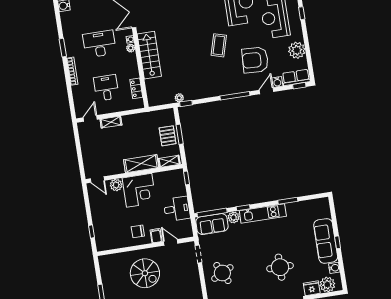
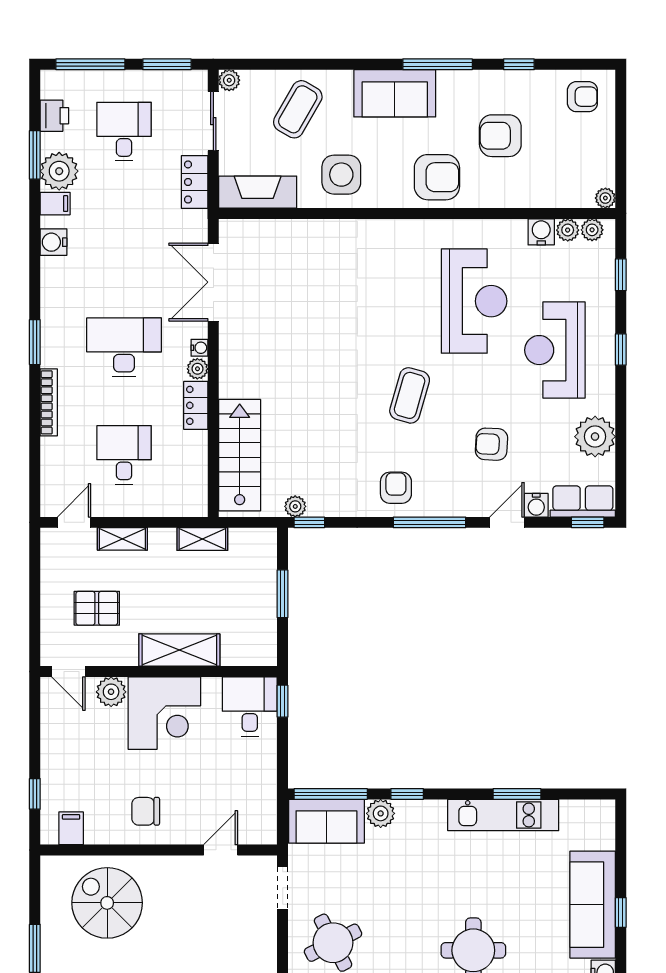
stairs: (149, 55) -> (240, 455), moved
armchair: (255, 60) -> (491, 444), width x0.53, depth x0.53
armchair: (219, 84) -> (396, 488), added
locker: (136, 88) -> (196, 405), moved
pallet: (168, 136) -> (97, 608), moved, turned 90
shelving: (169, 161) -> (202, 539), moved
desk: (177, 209) -> (250, 706), moved, turned -90
kitchen unit: (263, 213) -> (503, 815), moved
filing cabinet: (156, 236) -> (71, 828), moved
door: (171, 242) -> (221, 850), hinge flipped
spiral stairs: (145, 273) -> (107, 903), moved, turned 180

